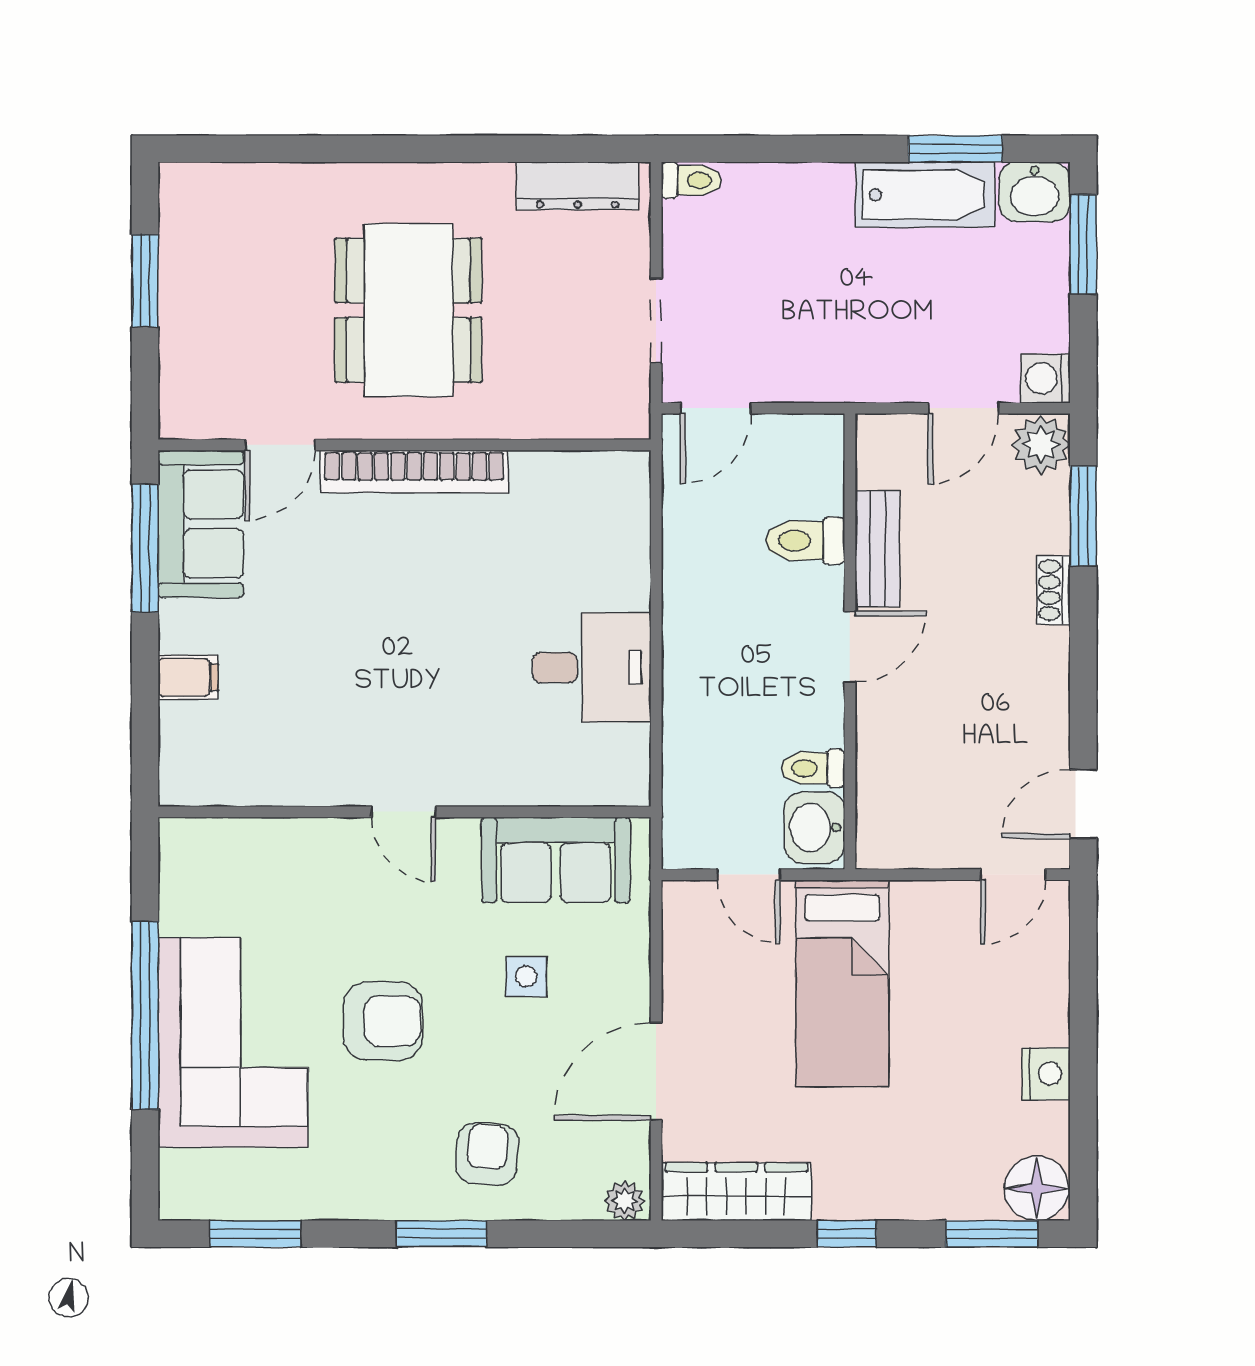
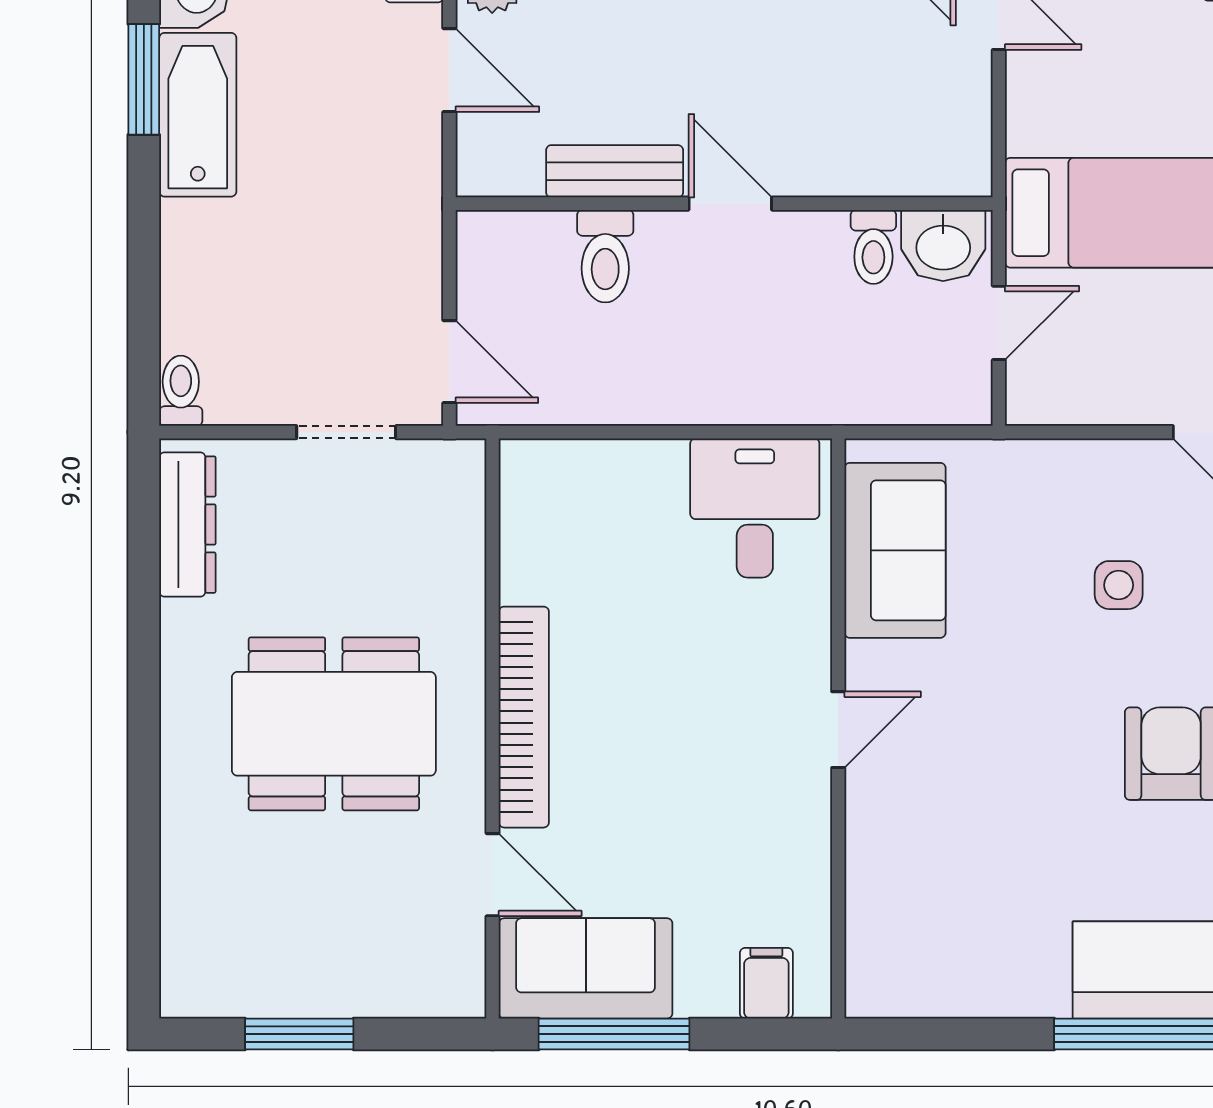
door: (403, 812) -> (838, 730), moved
wall: (404, 812) -> (838, 728), moved
sofa: (556, 860) -> (895, 550), moved

